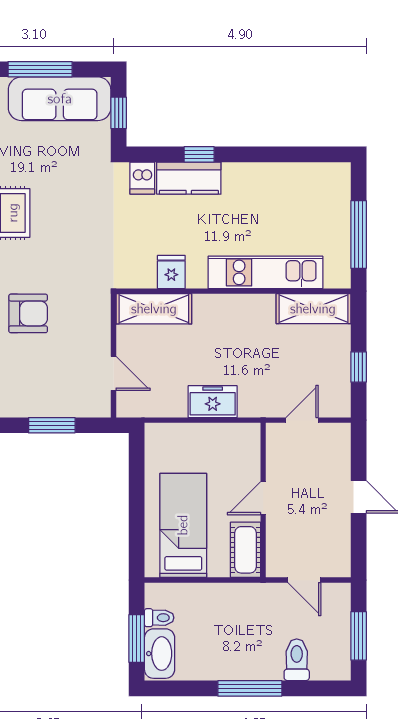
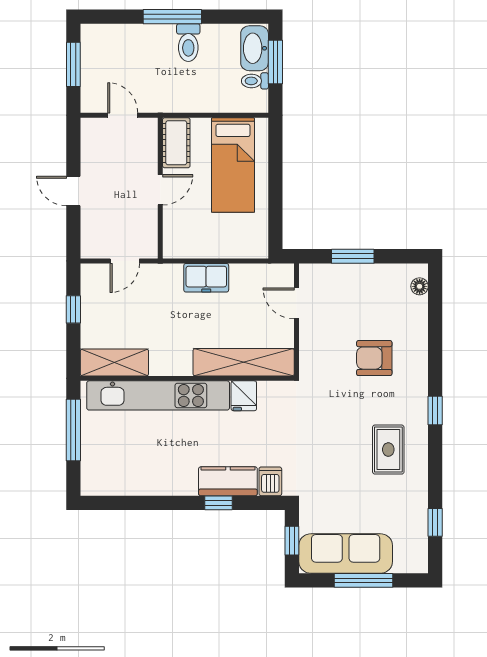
kitchen unit: (265, 272) -> (158, 395), width x1.36
shelving: (154, 309) -> (244, 362), width x1.47
toilet: (297, 660) -> (188, 43), moved

